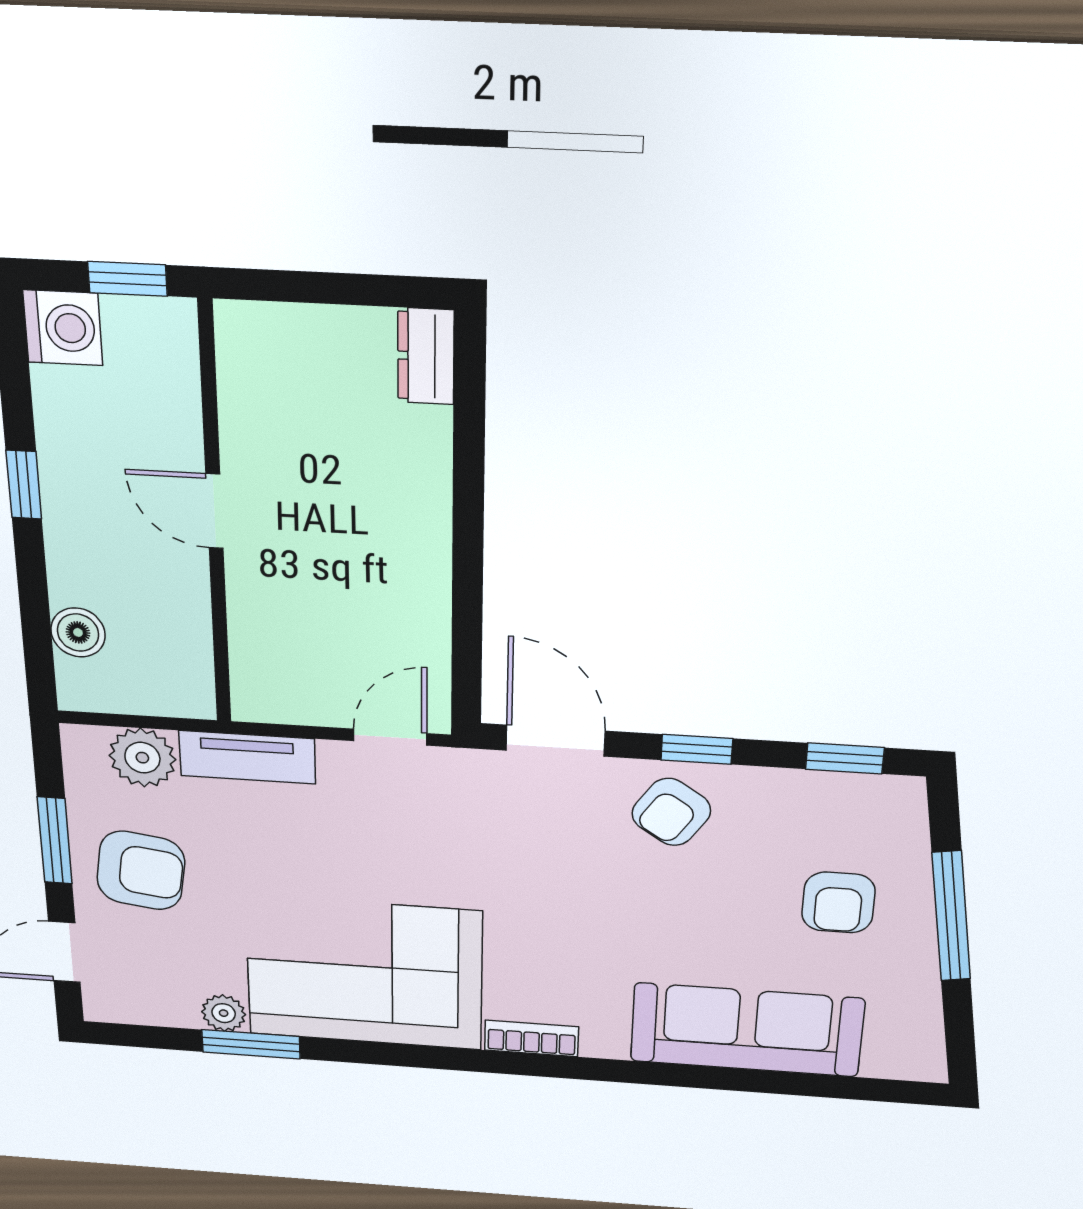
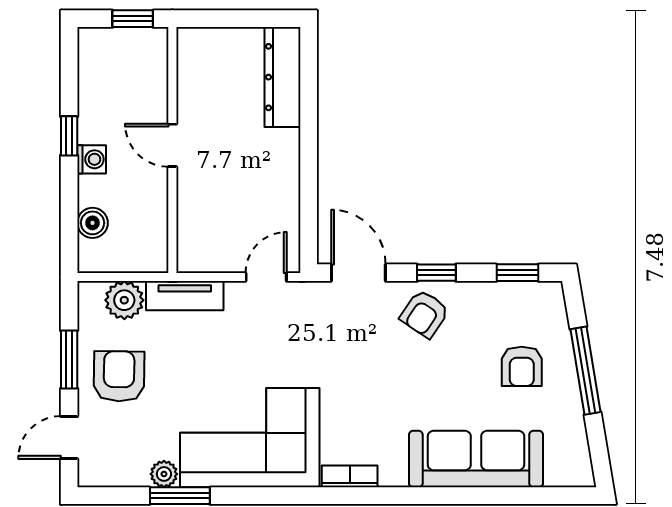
washing machine: (63, 328) -> (92, 159), moved, width x0.73, depth x0.73
dresser: (426, 356) -> (282, 77), width x1.96, depth x1.24
armchair: (141, 871) -> (119, 376), turned -97

